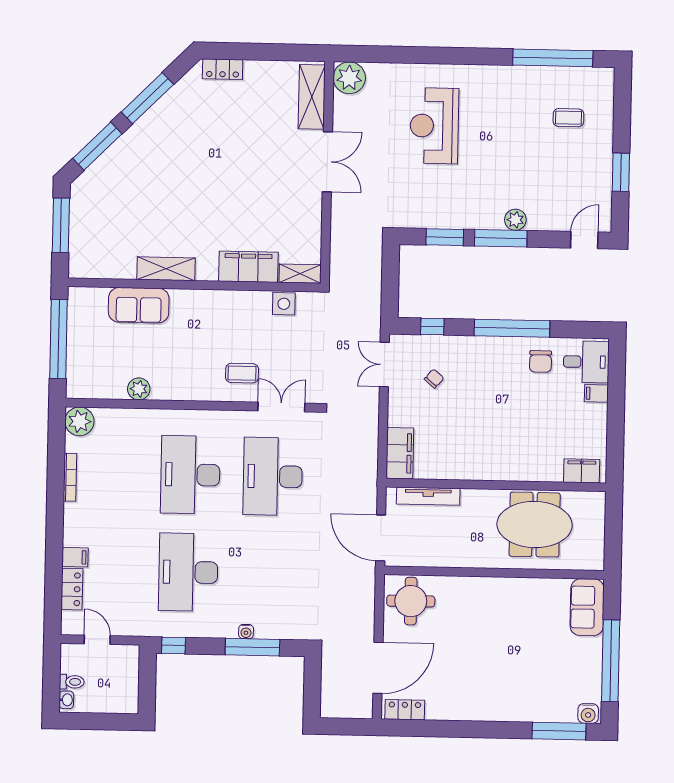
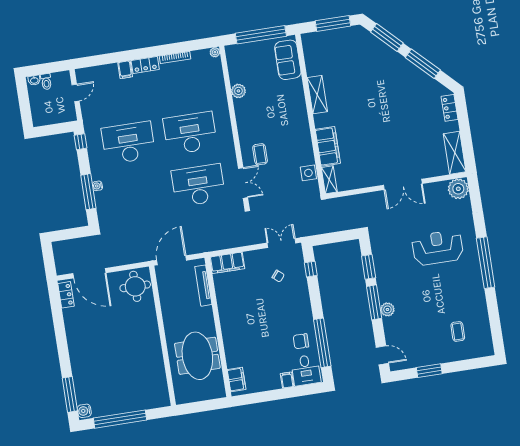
window: (553, 58) -> (486, 263), moved
shelving: (312, 97) -> (455, 153), moved, turned 90
sofa: (139, 305) -> (288, 60), moved
window: (512, 328) -> (322, 343), moved
plant: (79, 421) -> (215, 52), width x0.53, depth x0.53
locker: (72, 589) -> (145, 65), moved
sofa: (587, 607) -> (151, 398), removed

